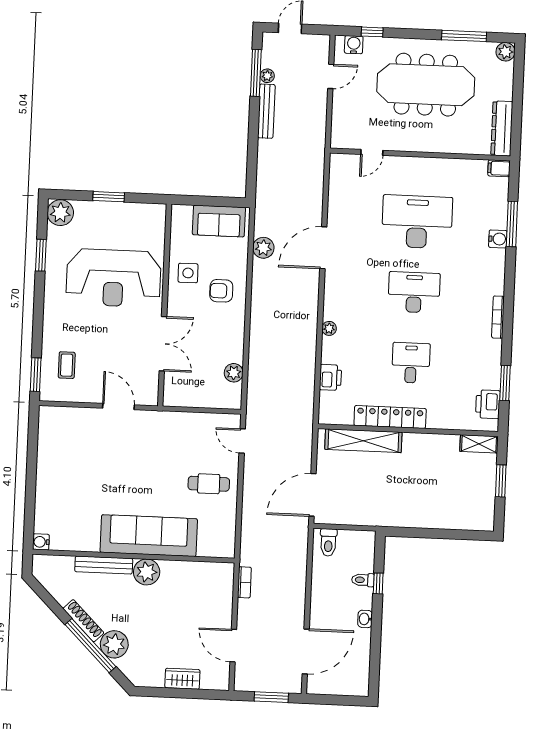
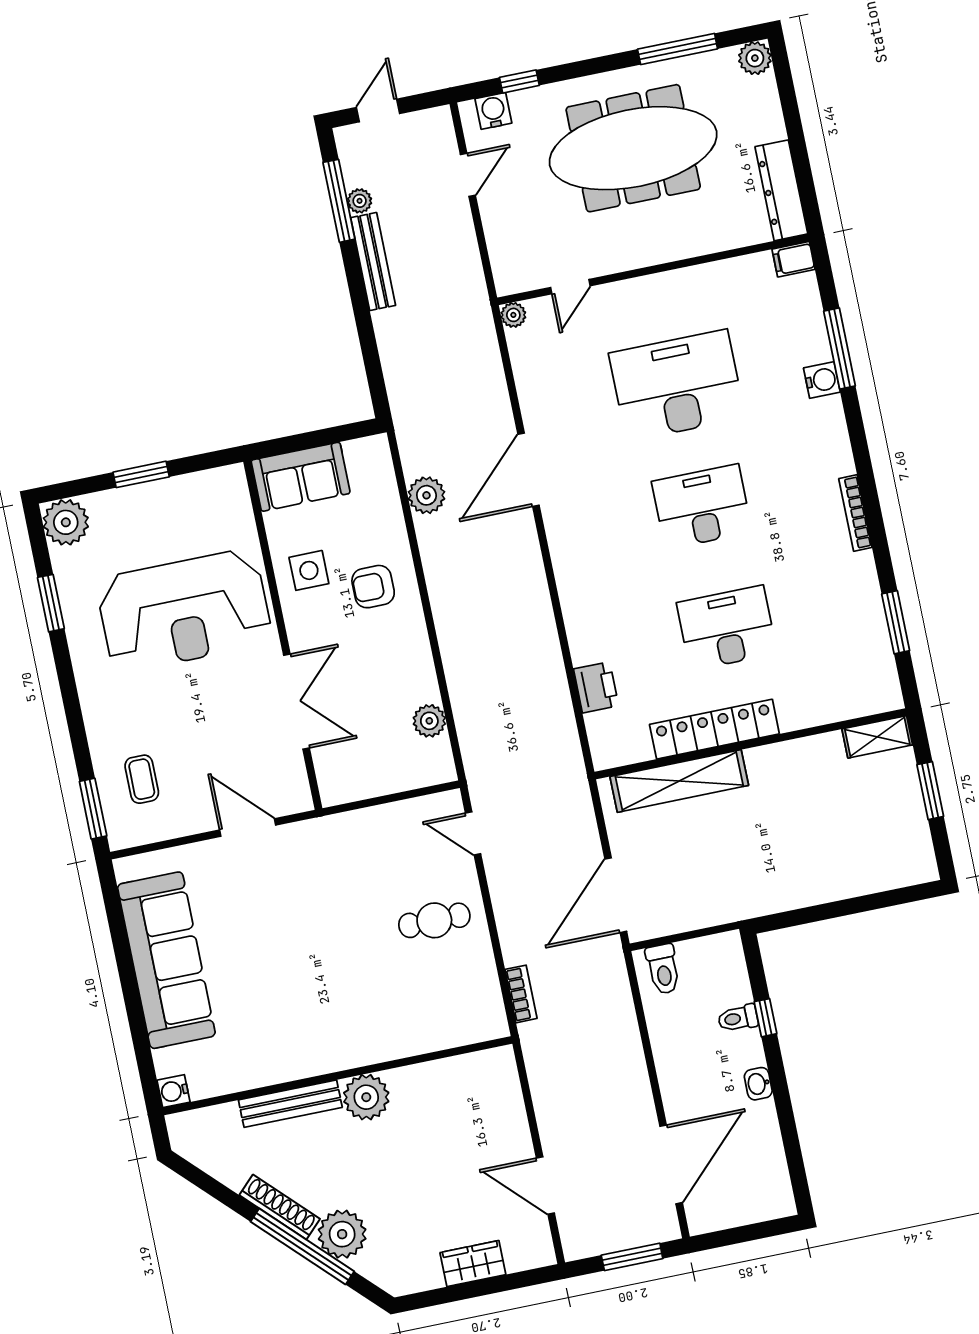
sofa: (219, 221) -> (301, 477), moved
plant: (329, 328) -> (513, 315), moved
desk: (411, 363) -> (727, 628), width x1.37
printer: (488, 404) -> (875, 666), removed
sofa: (149, 536) -> (166, 960), moved, turned 90
bookcase: (244, 582) -> (521, 994), moved

